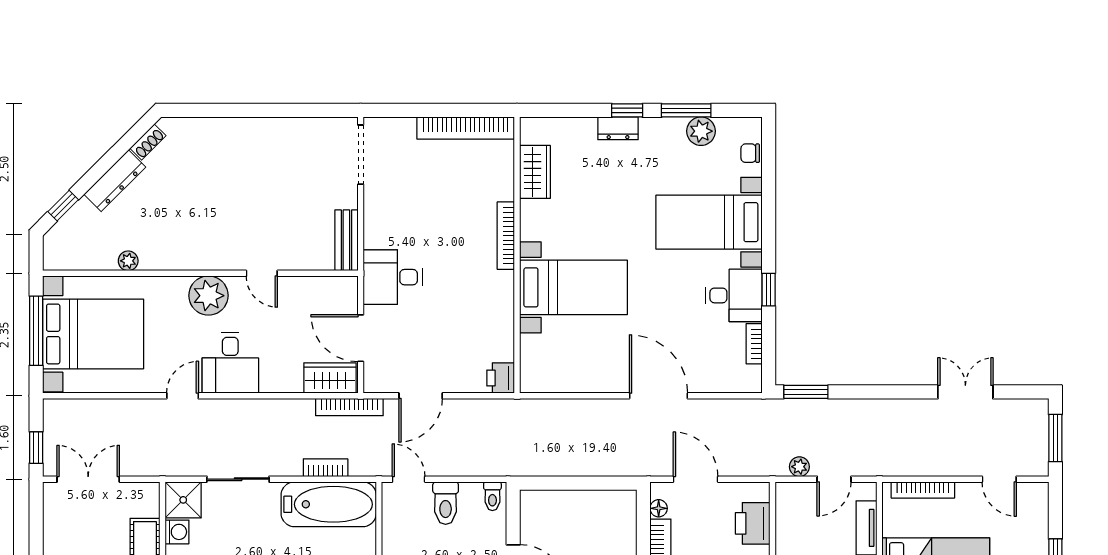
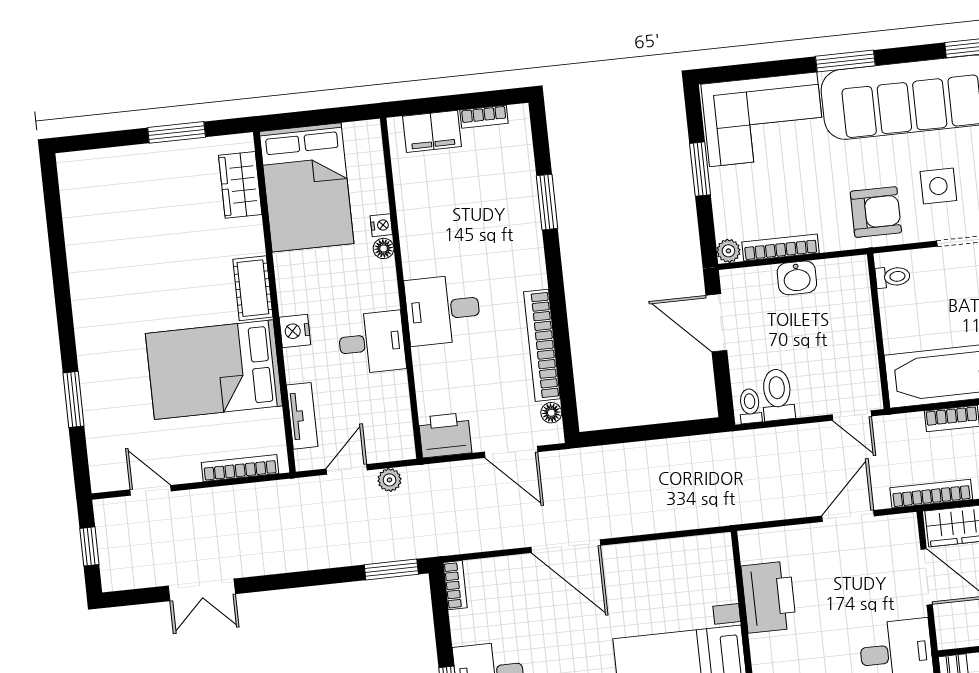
bookcase: (754, 344) -> (455, 585), moved
printer: (501, 378) -> (769, 597), moved, width x1.87, depth x1.48
window: (1055, 438) -> (89, 546), width x0.67
toilet: (446, 503) -> (778, 395), moved
printer: (753, 523) -> (445, 435), moved, turned -90

